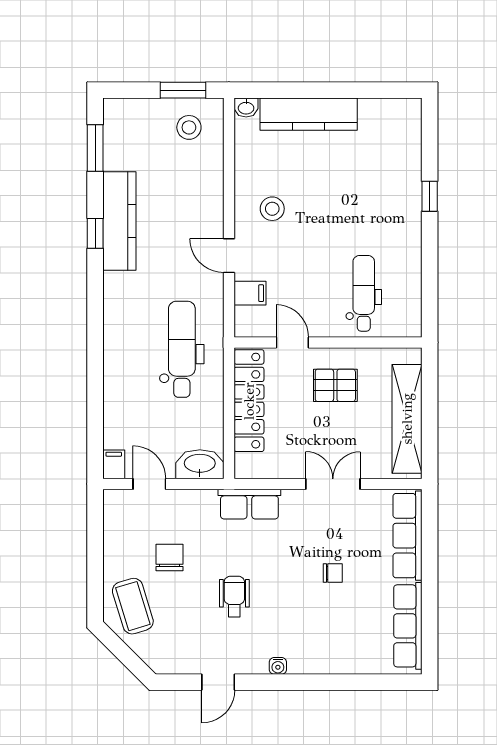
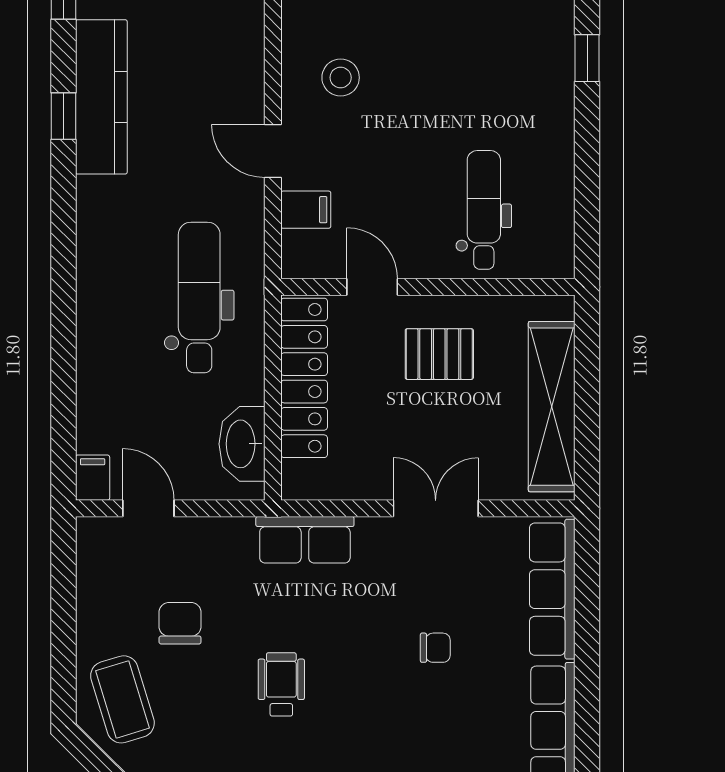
washbasin: (200, 464) -> (242, 444), moved, turned -90

